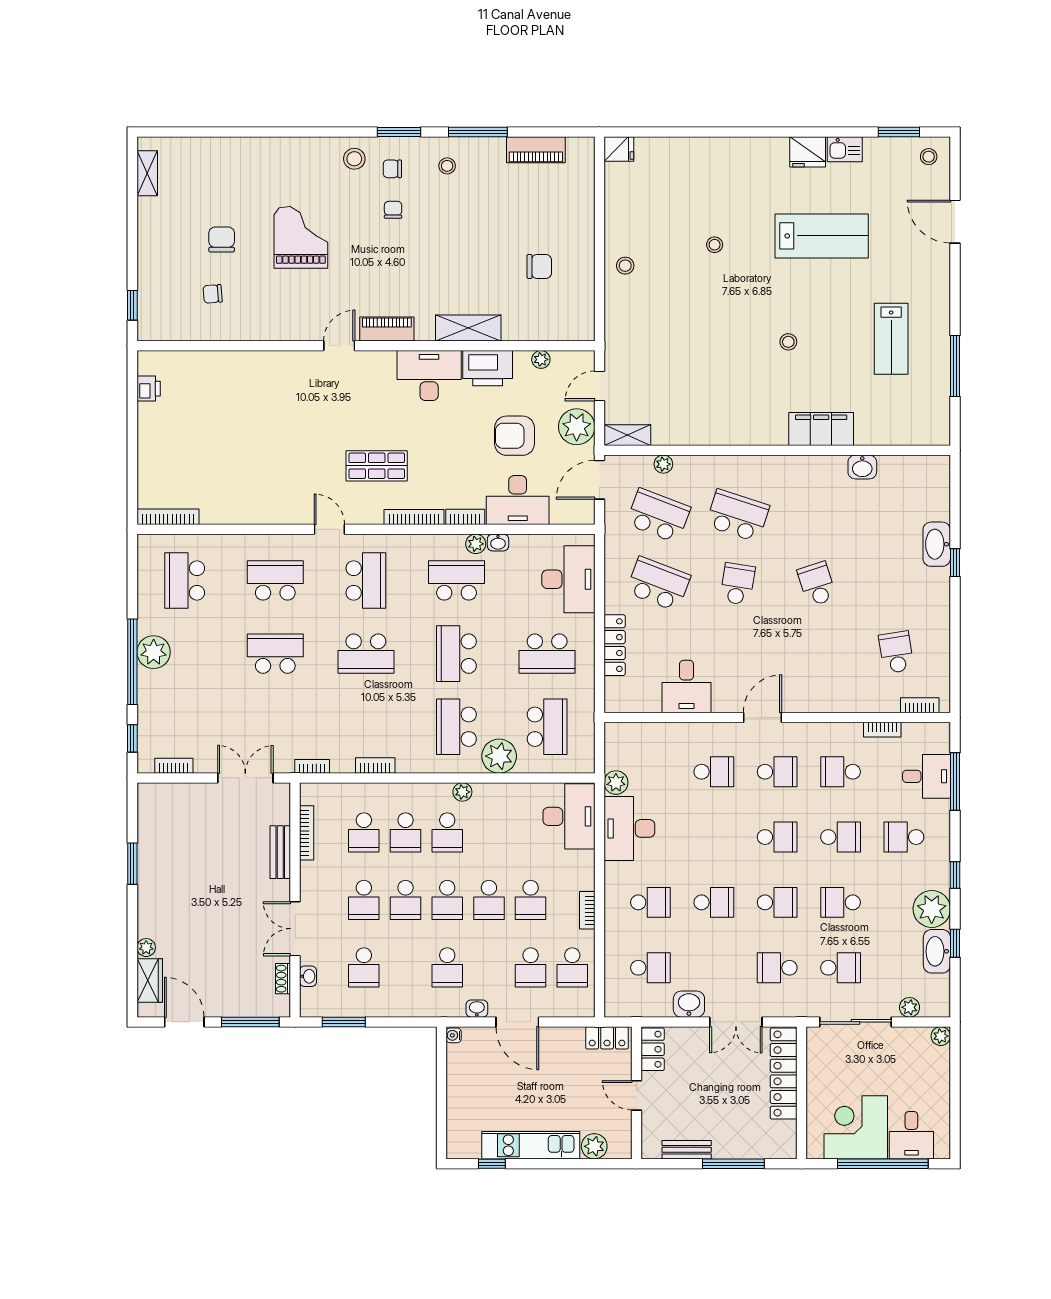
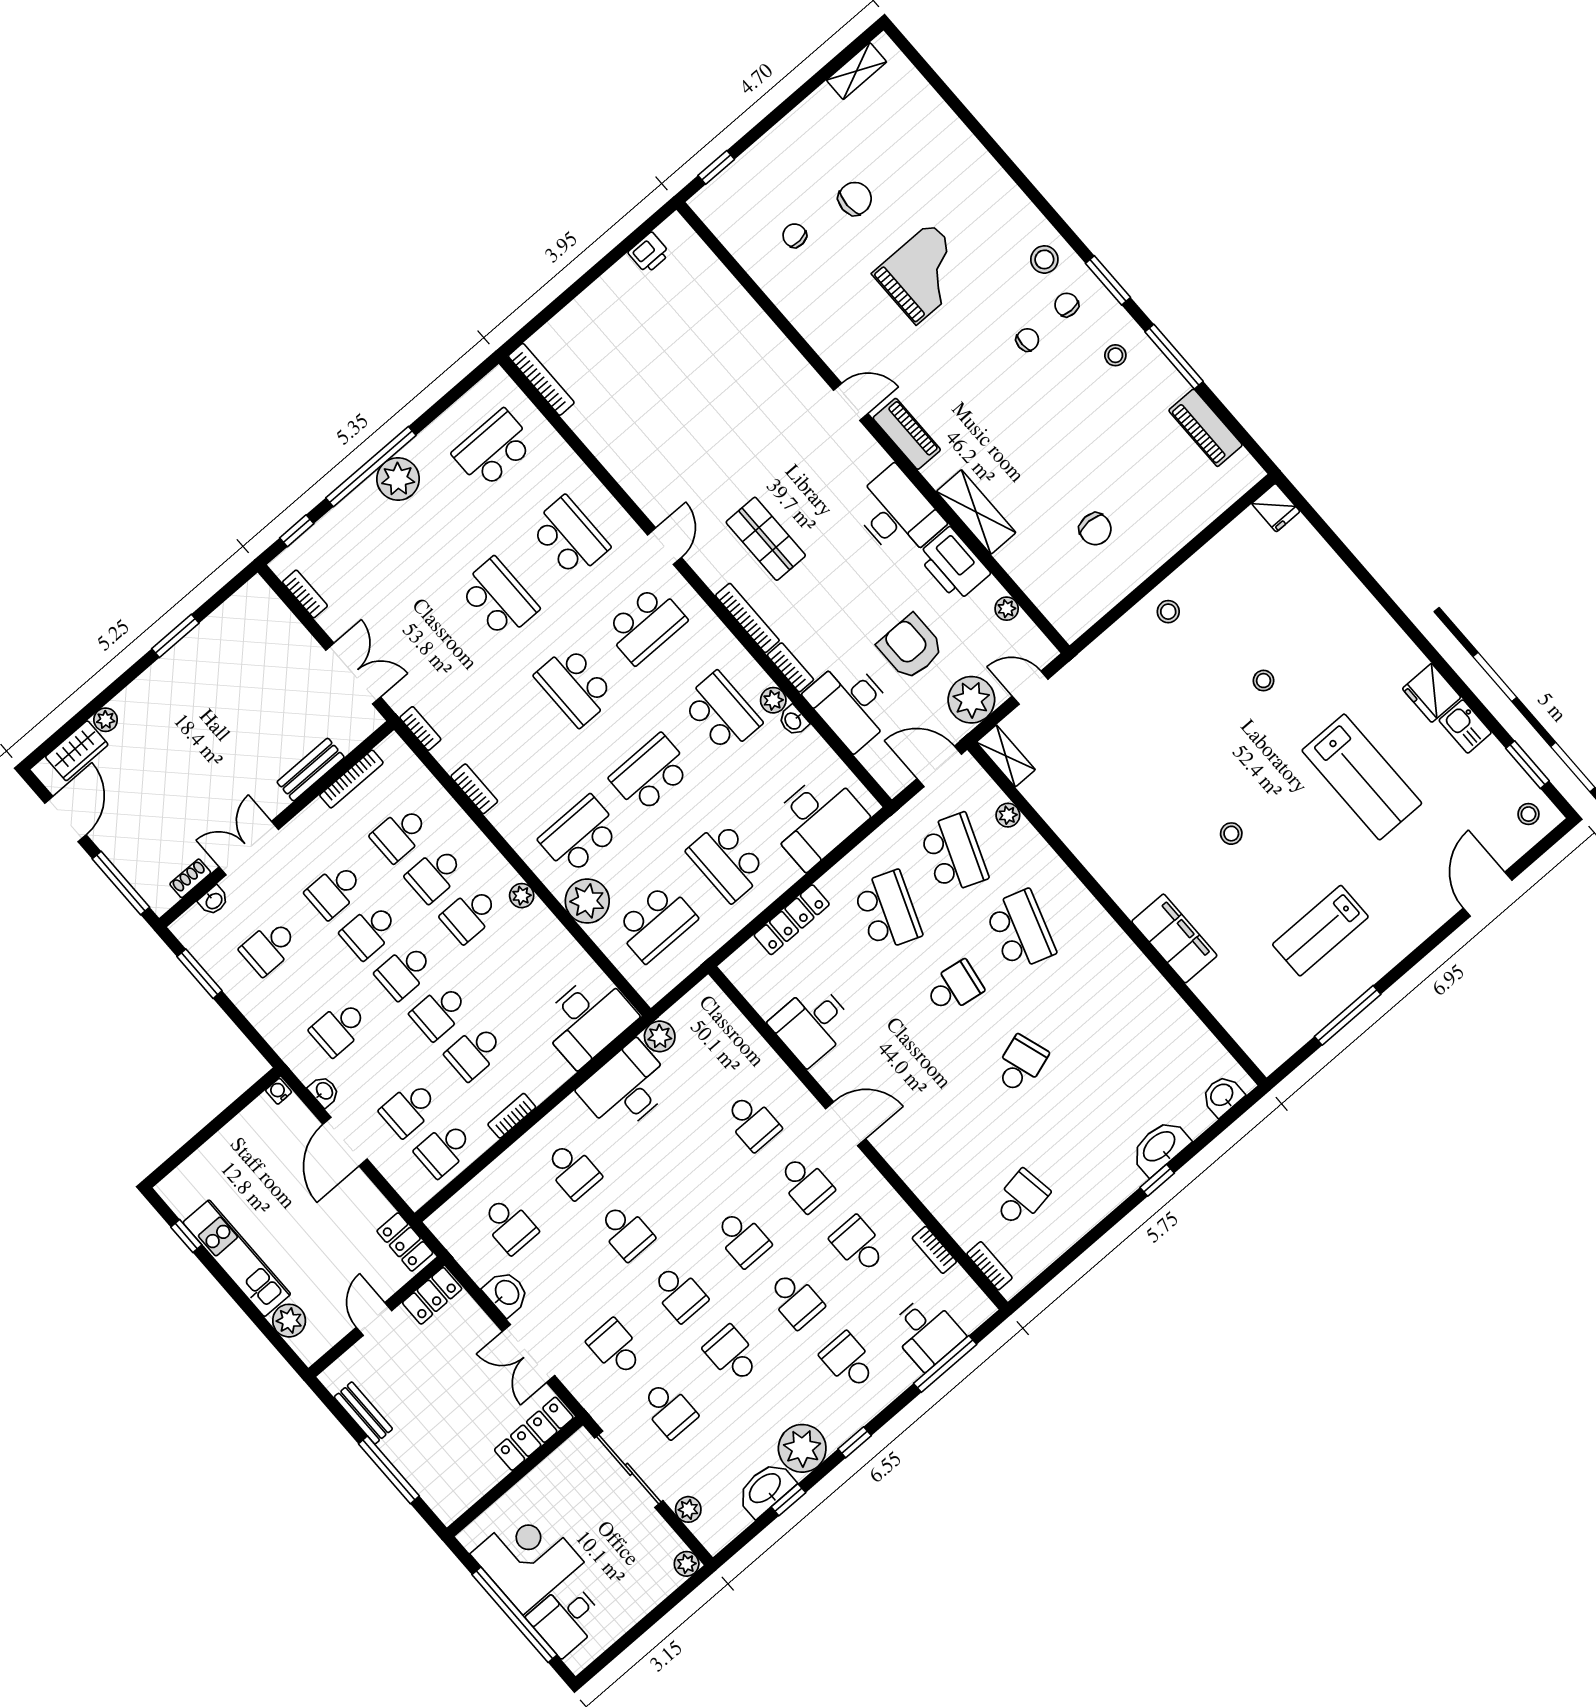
washbasin: (862, 467) -> (1222, 1095), moved, turned 90
locker: (784, 1074) -> (534, 1434), width x0.71, depth x0.83

